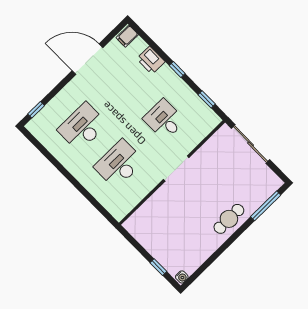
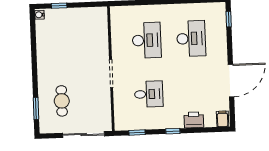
window: (266, 206) -> (36, 108), width x0.69
cafe table: (229, 219) -> (62, 101), moved

